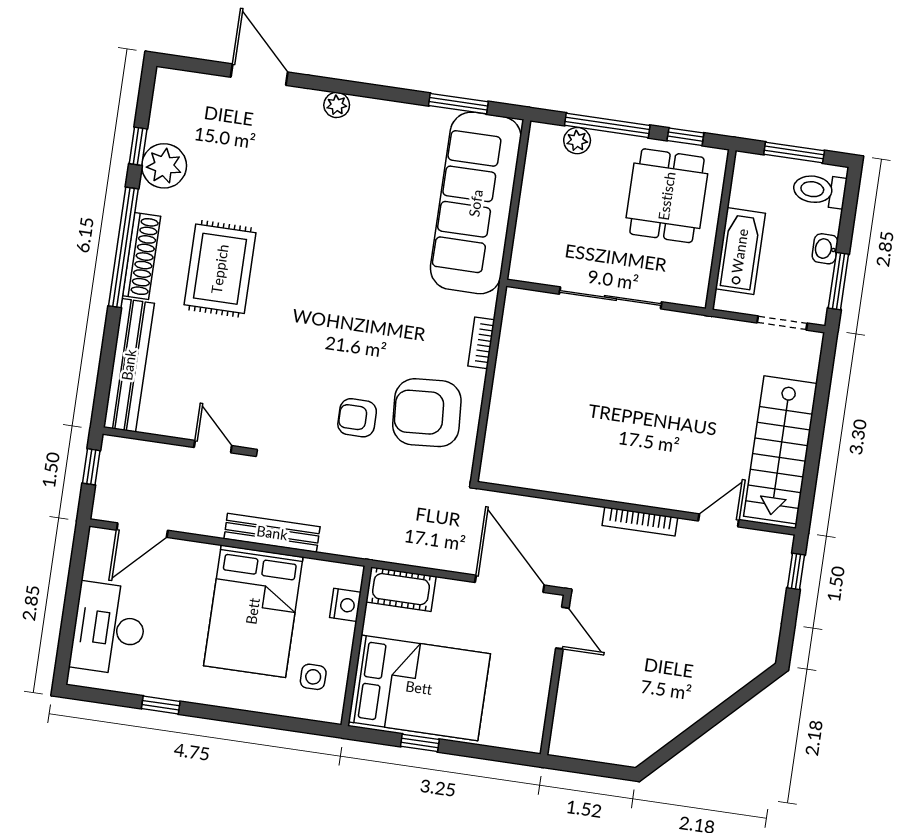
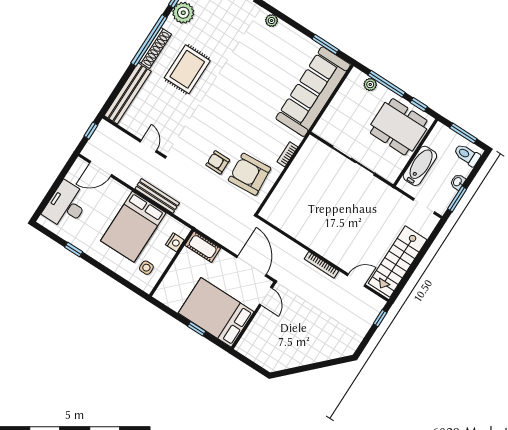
dining table: (667, 196) -> (399, 127), width x1.38
bed: (419, 688) -> (216, 312), moved, turned 180
window: (420, 743) -> (197, 329), moved

